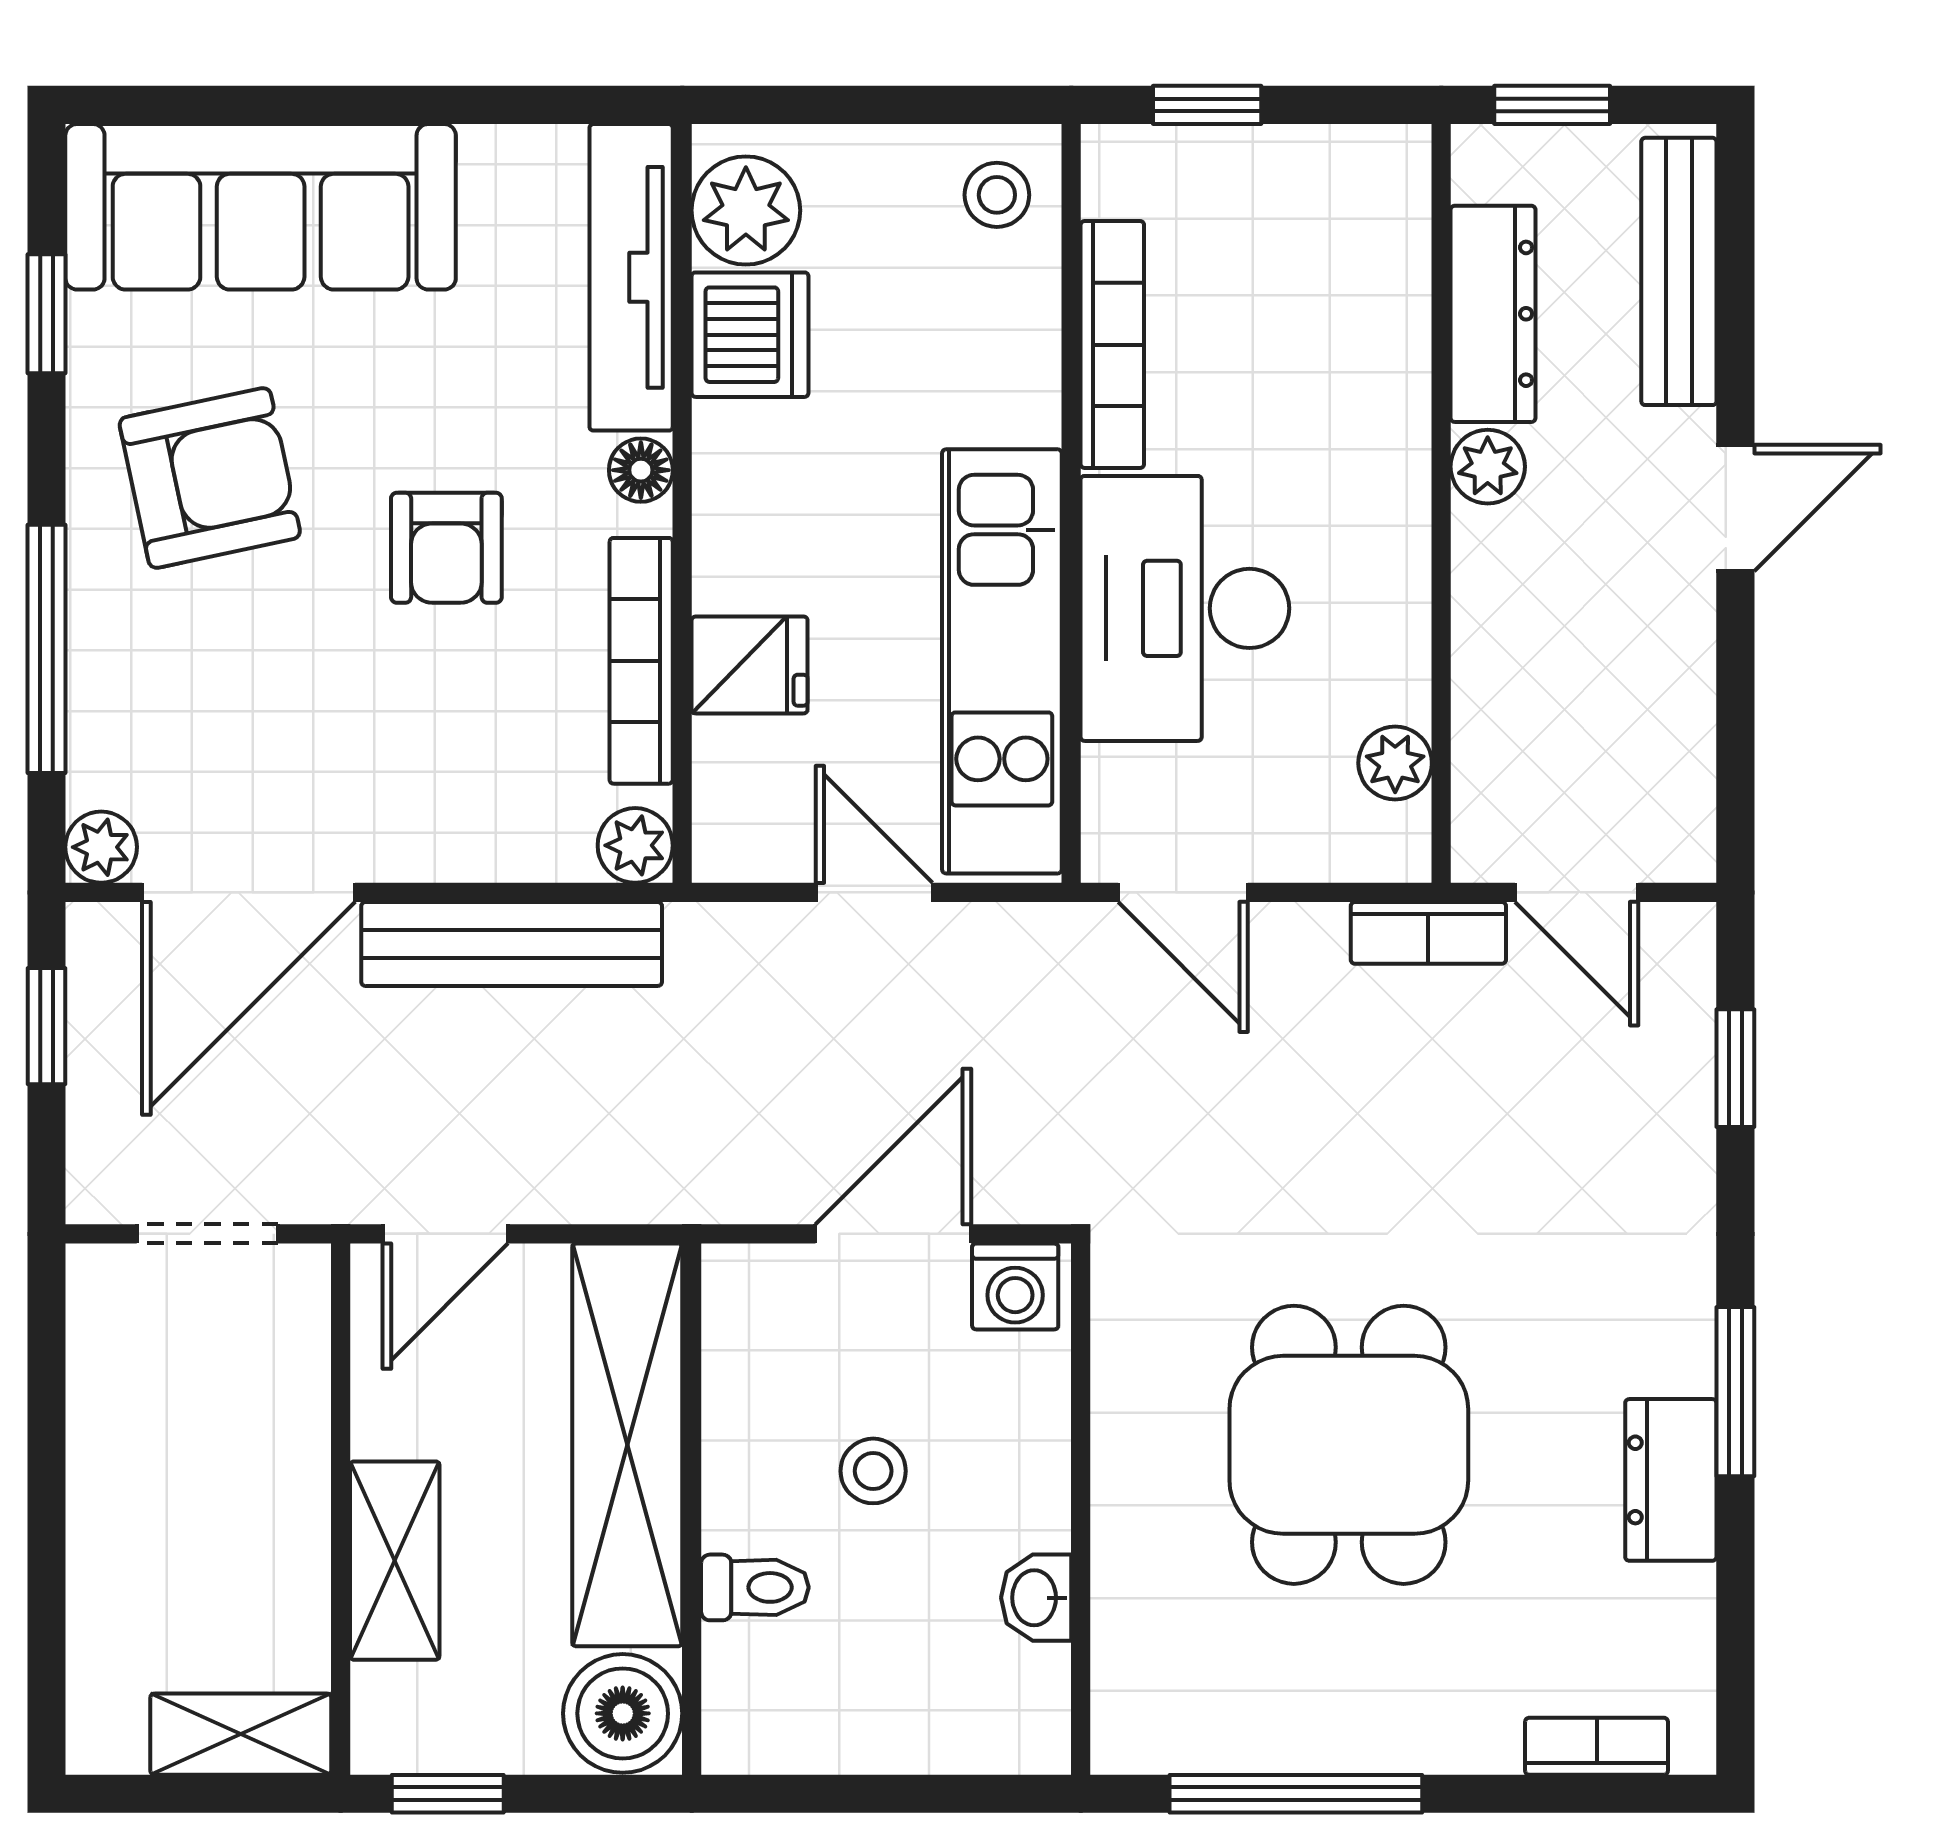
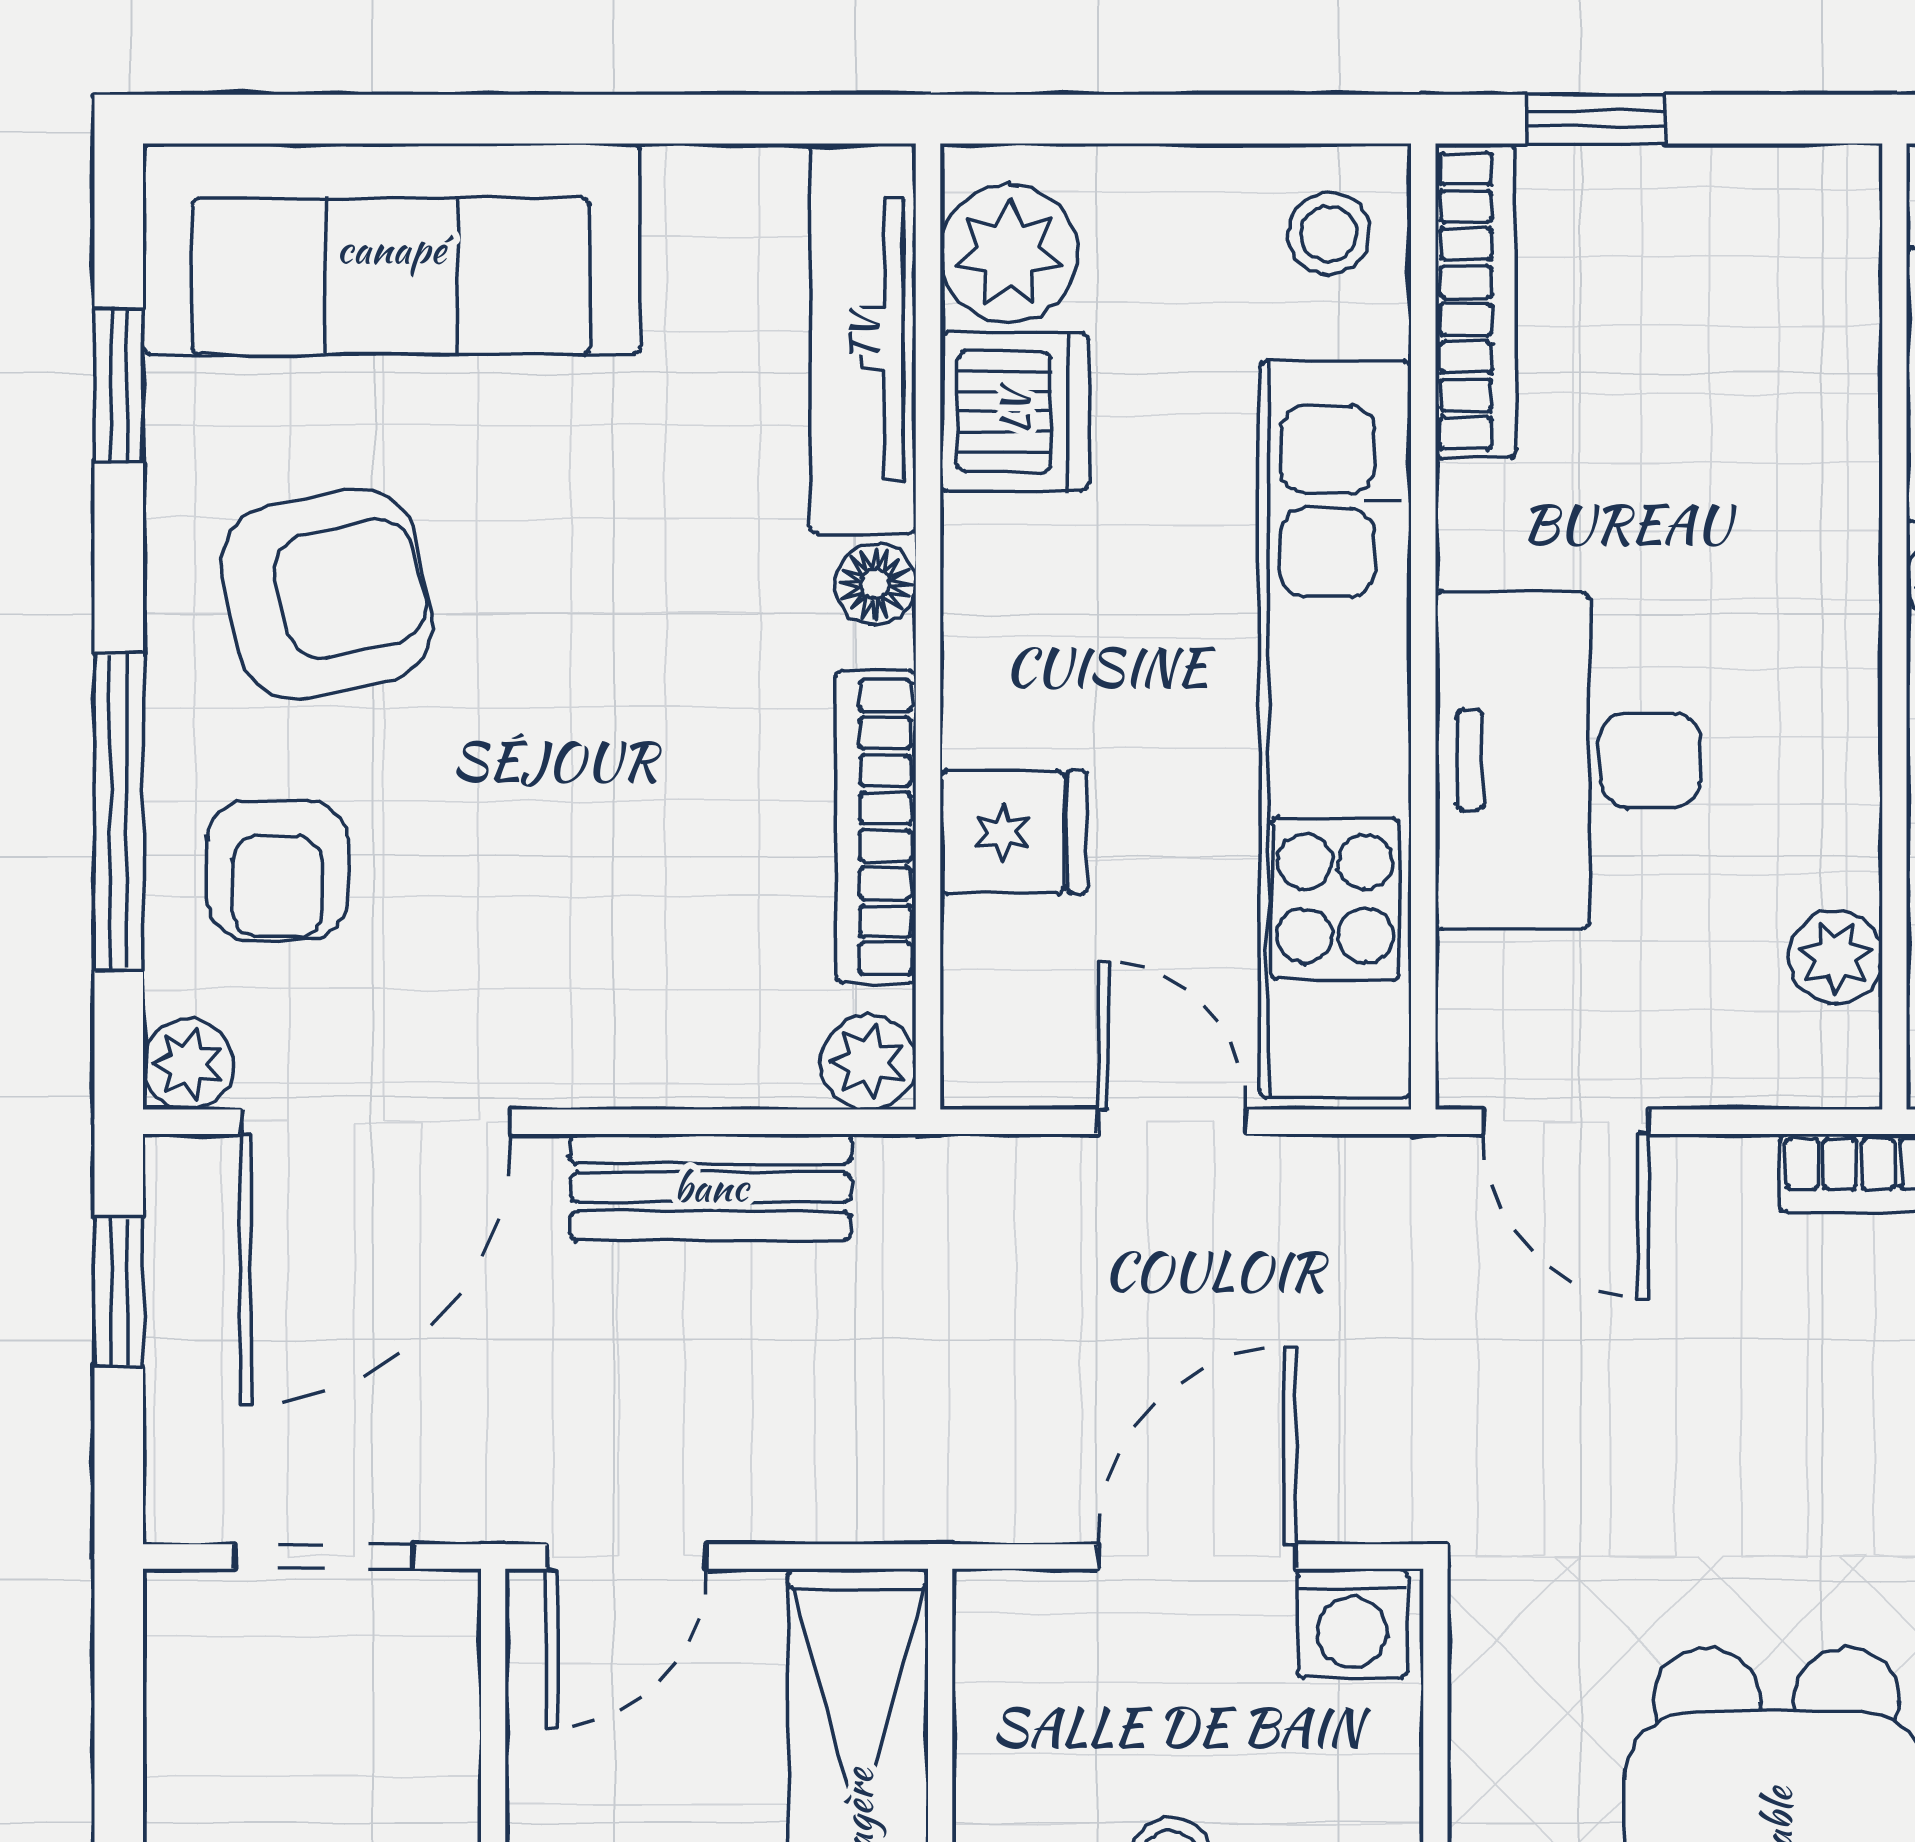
bookcase: (1112, 345) -> (1476, 301), moved
armchair: (446, 548) -> (277, 870), moved
kitchen unit: (1002, 661) -> (1335, 729), width x1.36
bench: (512, 944) -> (711, 1187), width x0.73

